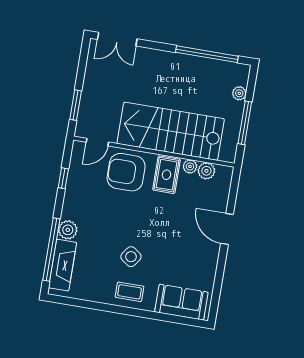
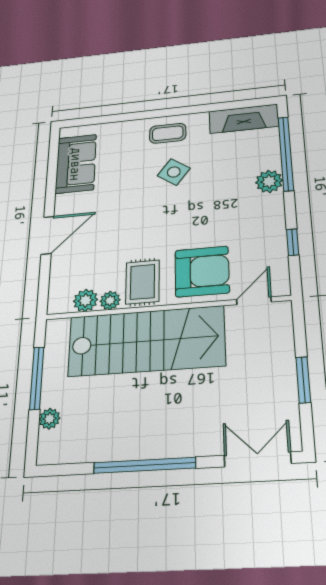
window: (207, 54) -> (144, 465), moved
window: (76, 105) -> (303, 380), moved
door: (227, 229) -> (47, 235), hinge flipped
fireplace: (63, 265) -> (244, 119), moved, turned -90
sofa: (181, 302) -> (76, 164), moved, turned -90

